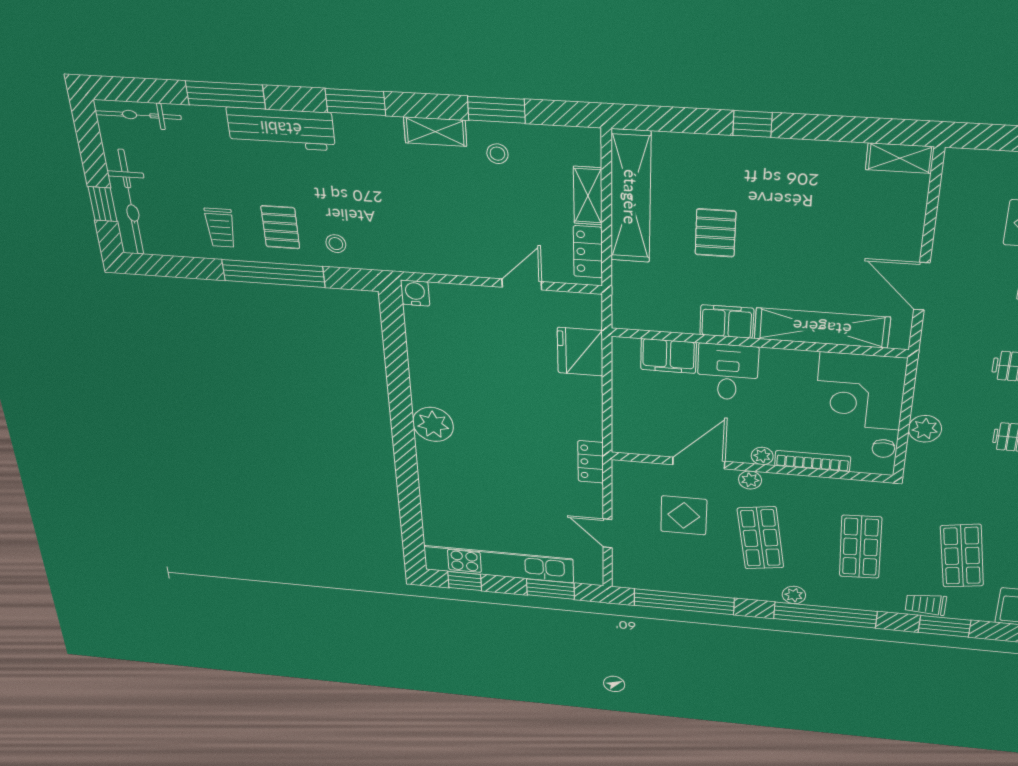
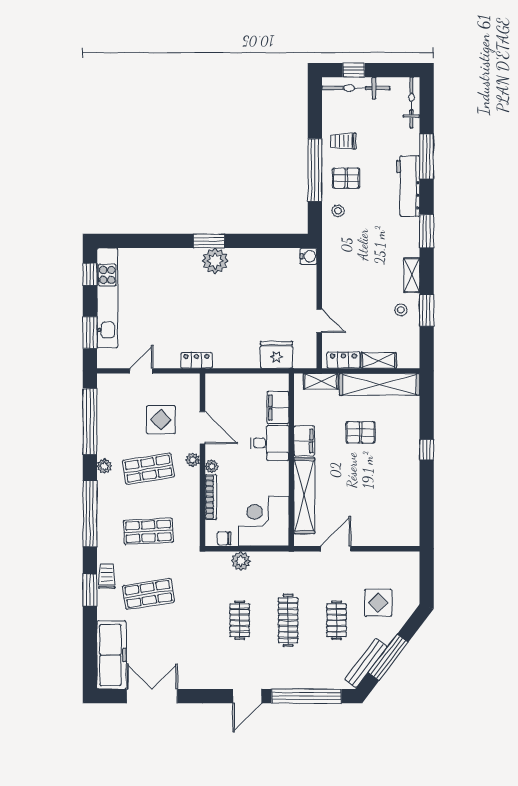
shelving: (900, 158) -> (321, 381), moved, turned 90
window: (403, 430) -> (209, 241), added
plant: (794, 595) -> (104, 466), moved

